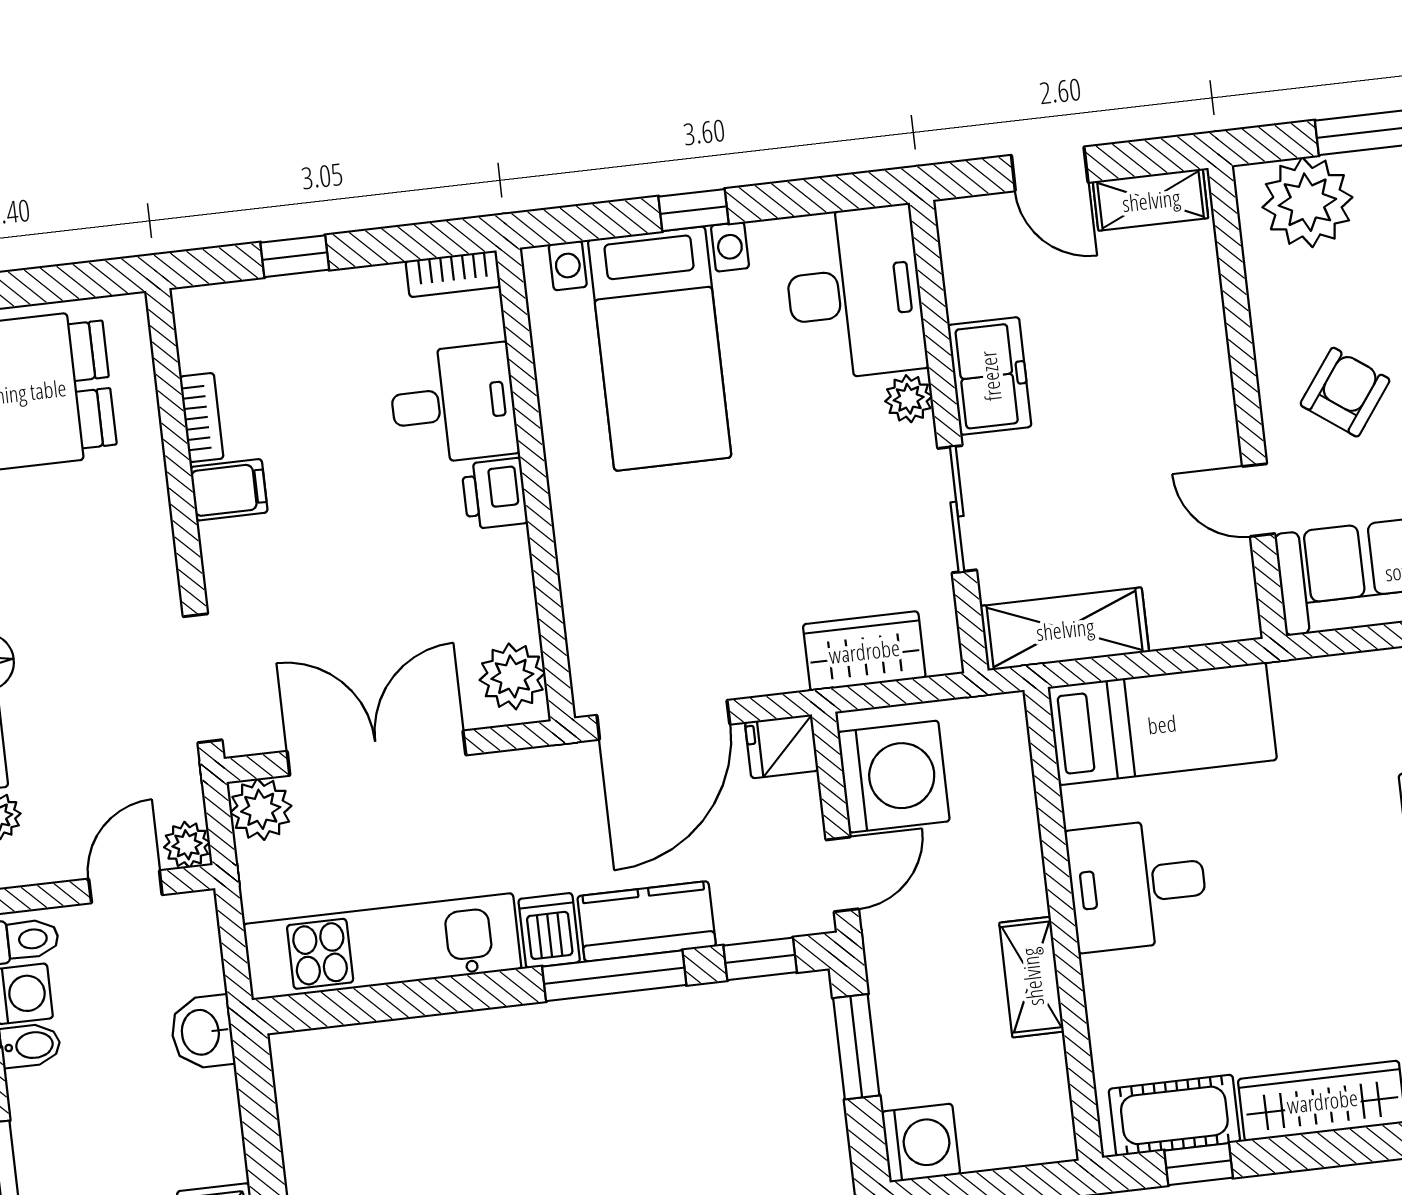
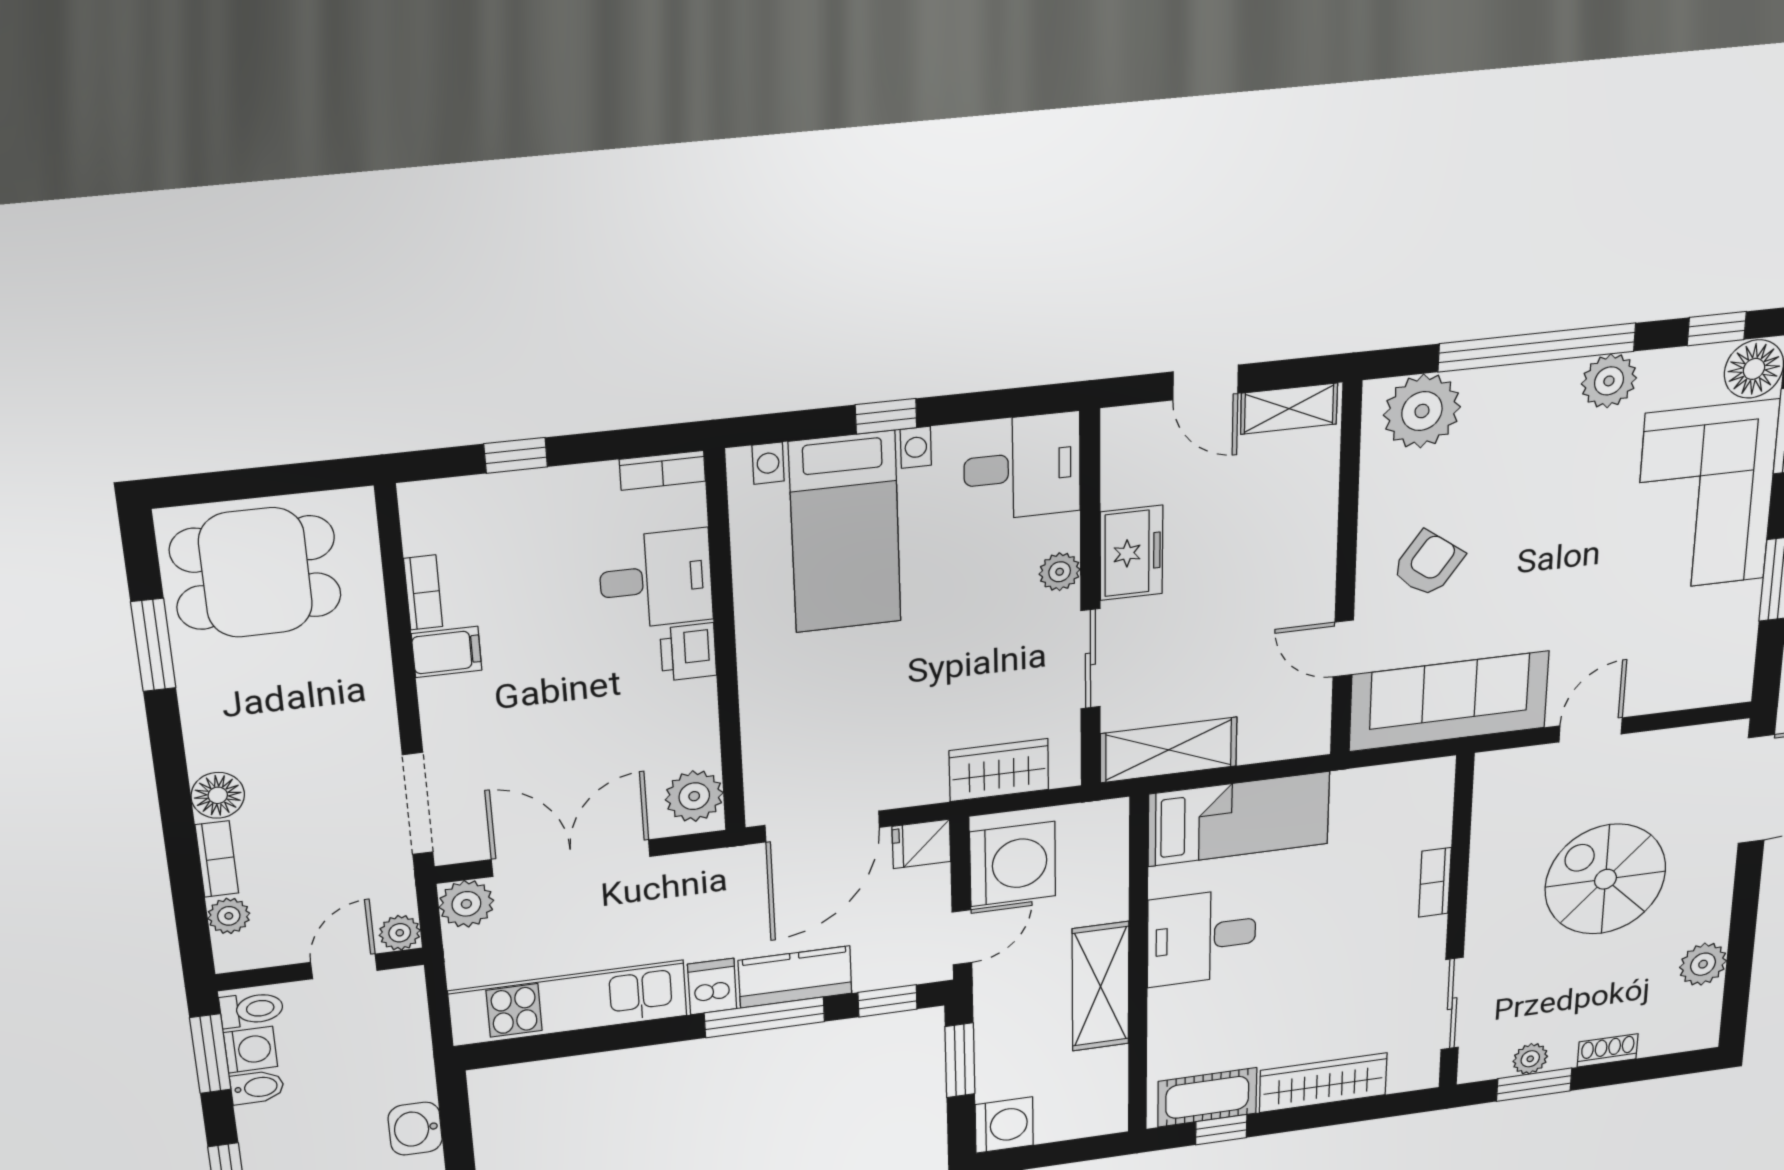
desk: (855, 293) -> (1022, 467), width x0.73
shelving: (1032, 977) -> (1101, 986), width x1.50, depth x1.33
washbasin: (202, 1032) -> (415, 1129), moved

